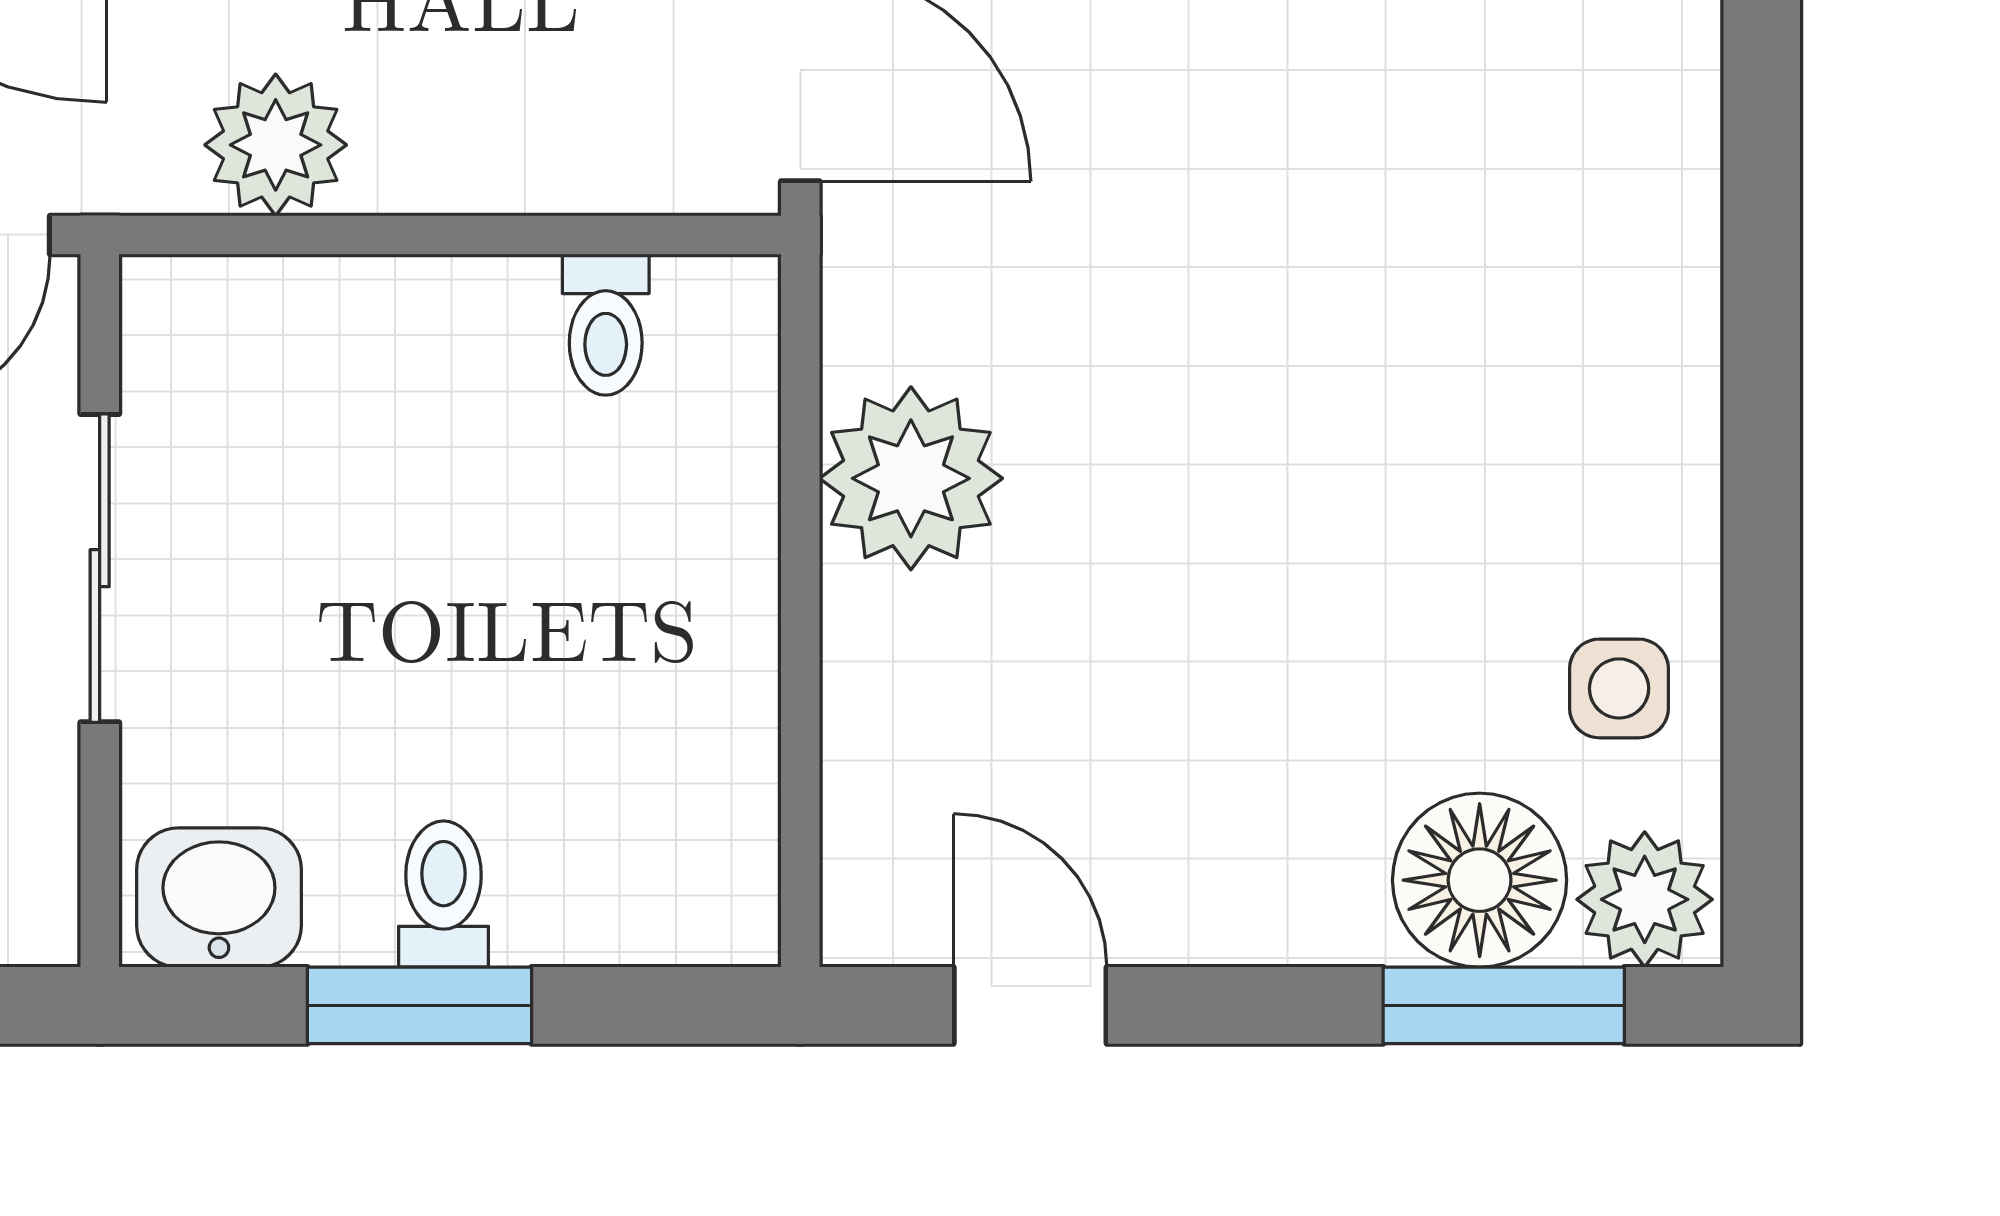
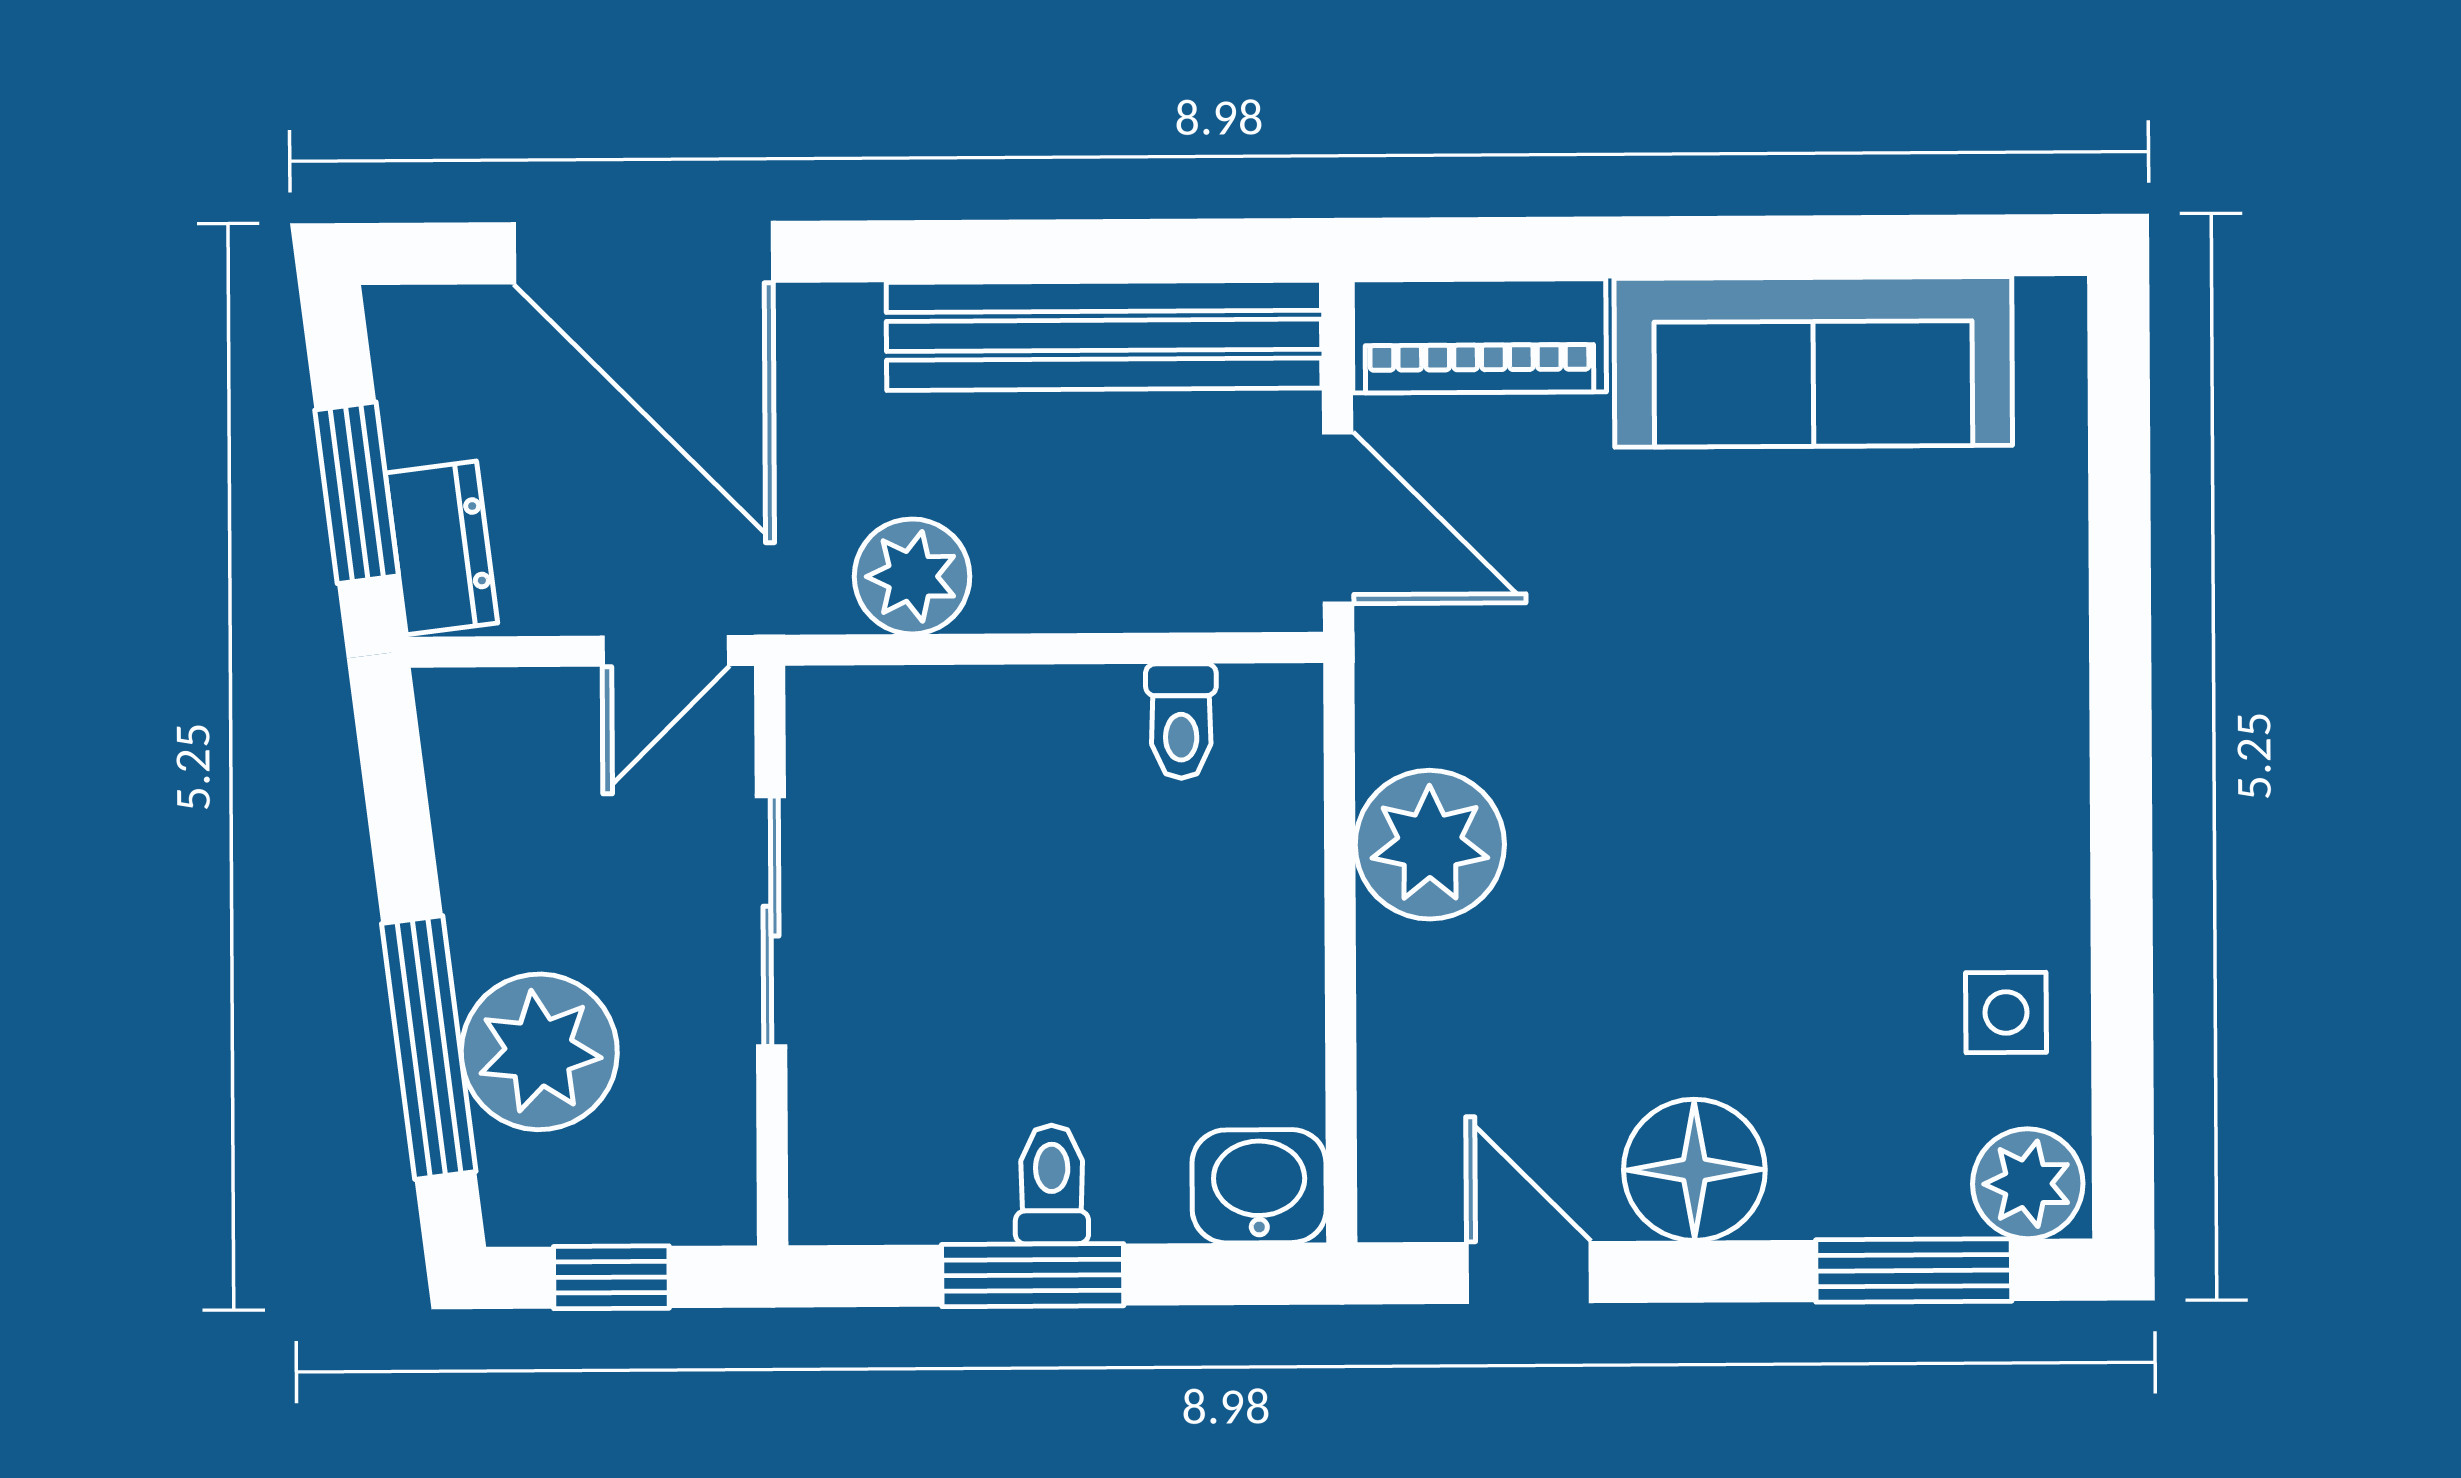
floor lamp: (1480, 880) -> (1694, 1170), moved
washbasin: (219, 898) -> (1259, 1186), moved

